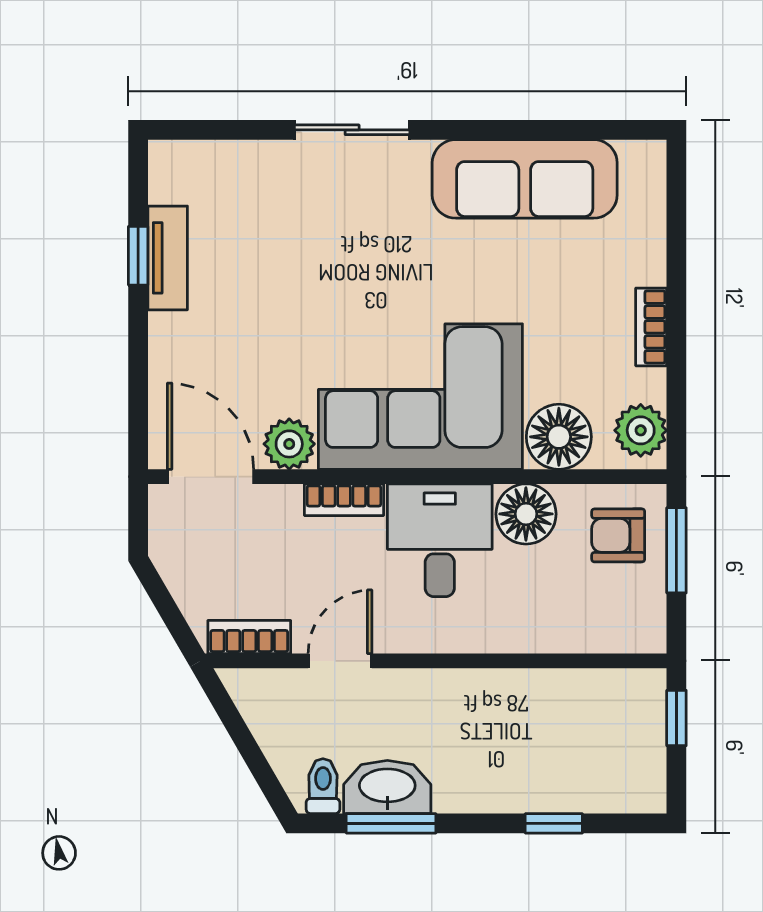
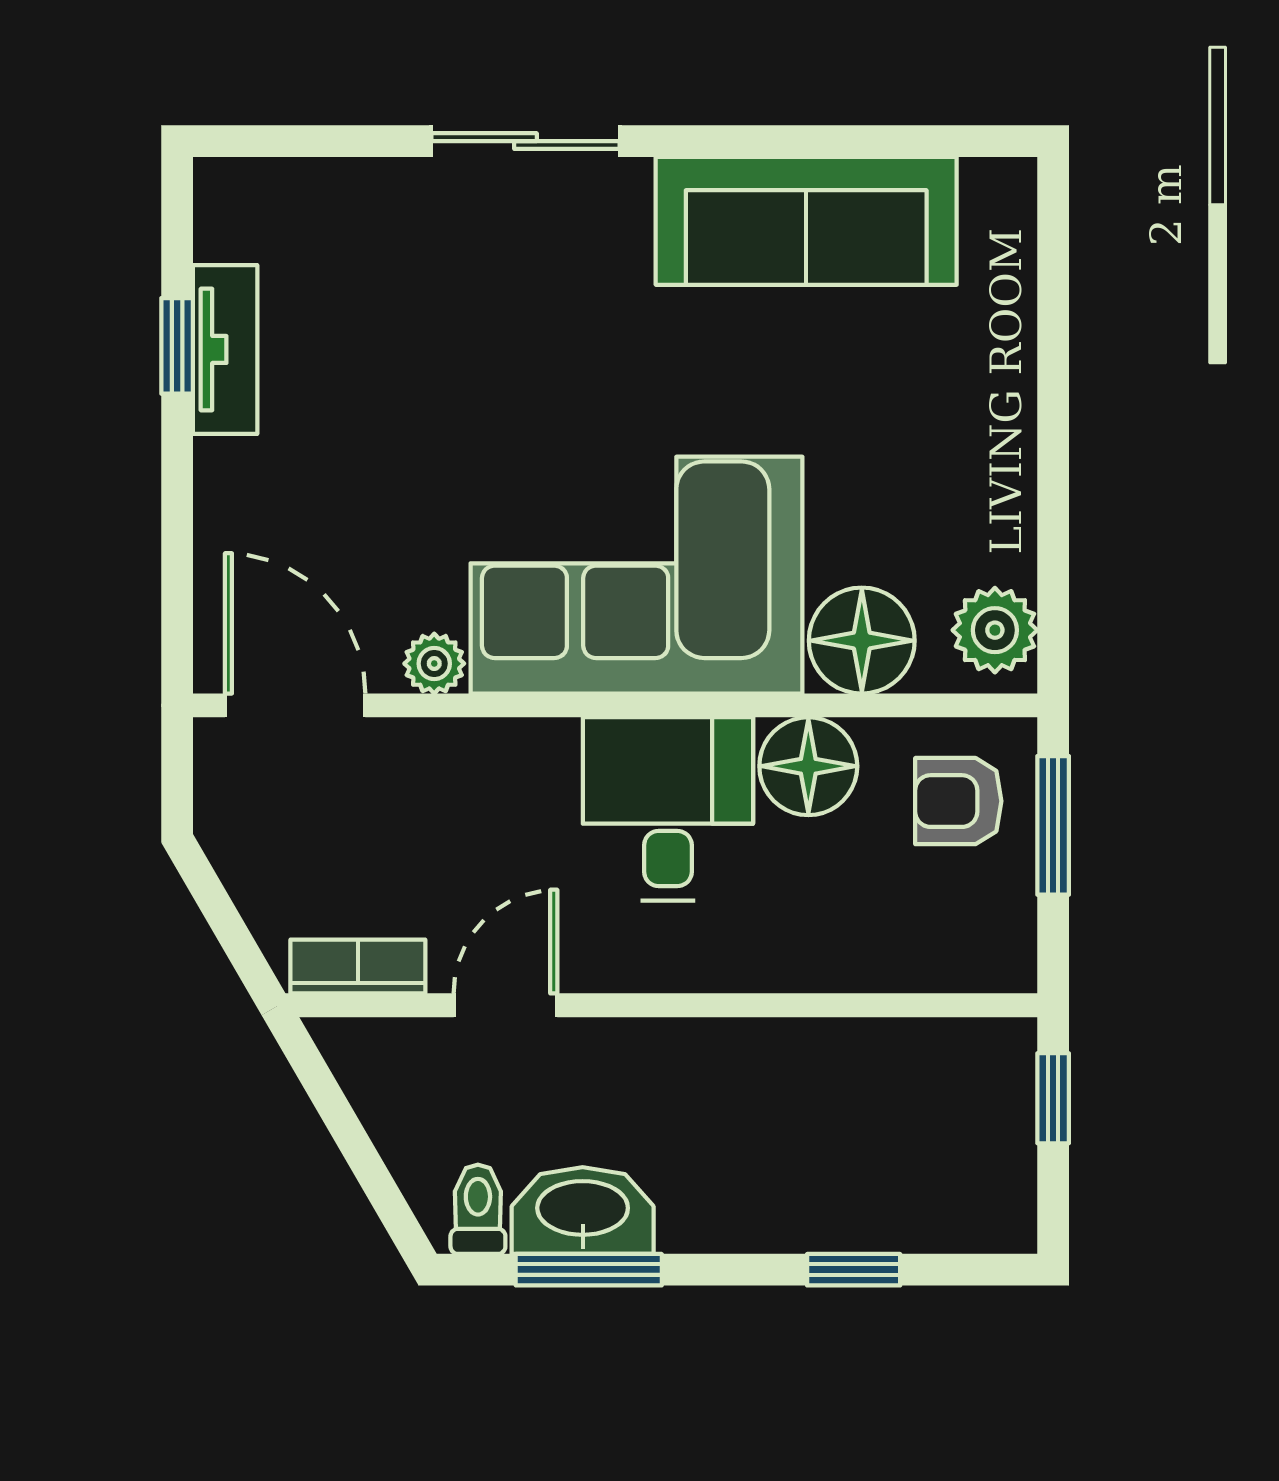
bookcase: (651, 327) -> (1012, 462), removed
plant: (289, 444) -> (434, 664), width x0.73, depth x0.73
bookcase: (344, 500) -> (512, 743), removed

